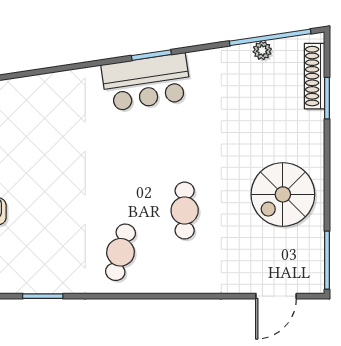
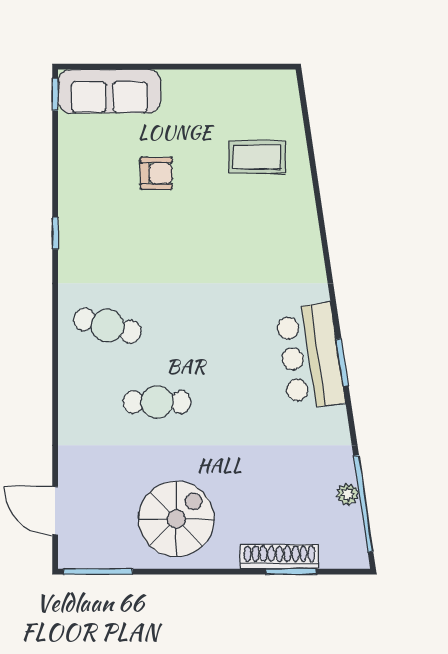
shoe rack: (315, 76) -> (279, 557), moved
spiral stairs: (283, 194) -> (176, 519), turned 90
window: (43, 296) -> (55, 233), width x0.67

